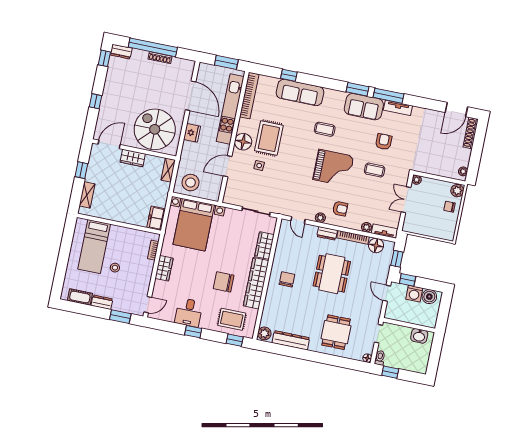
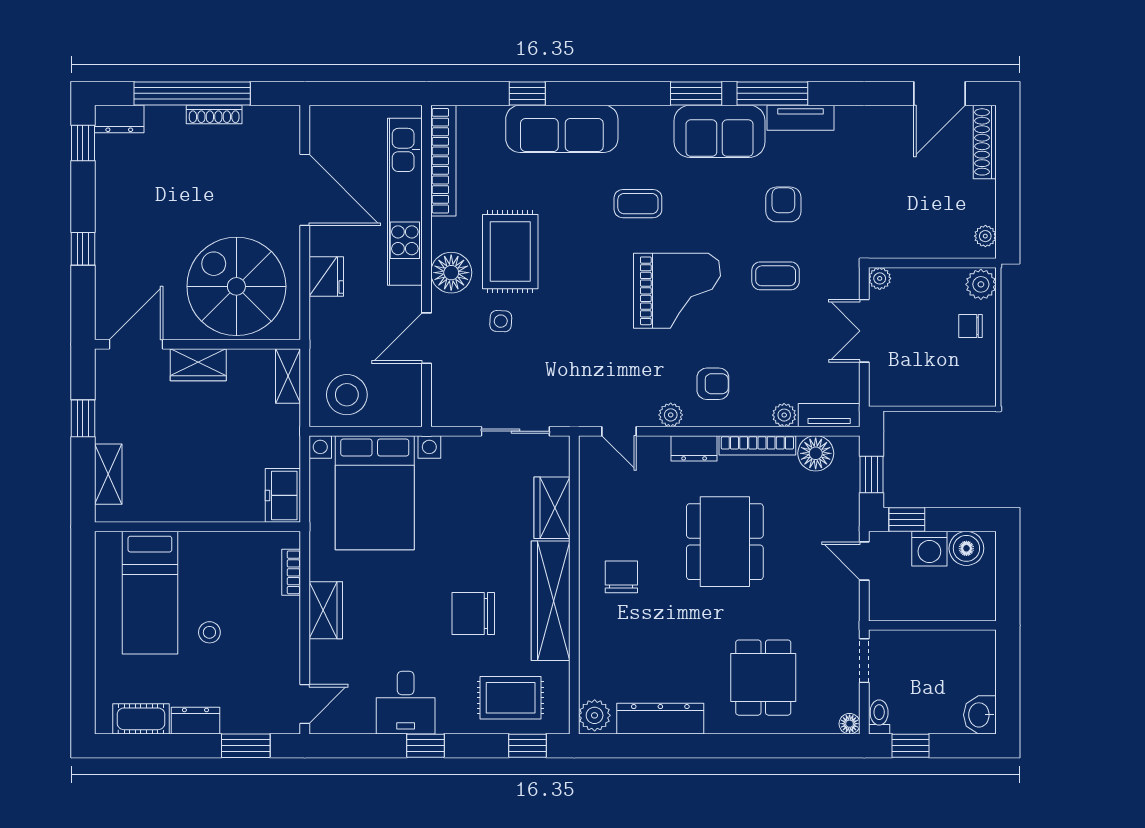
window: (226, 62) -> (373, 93), removed
washbasin: (419, 336) -> (980, 715), moved, turned 90

